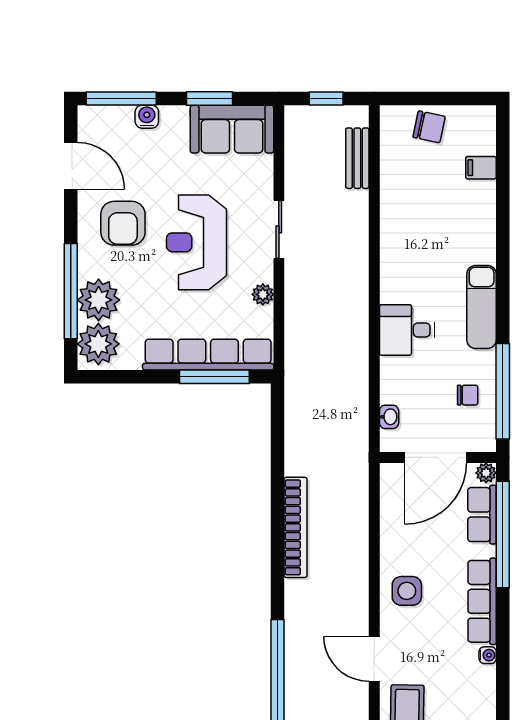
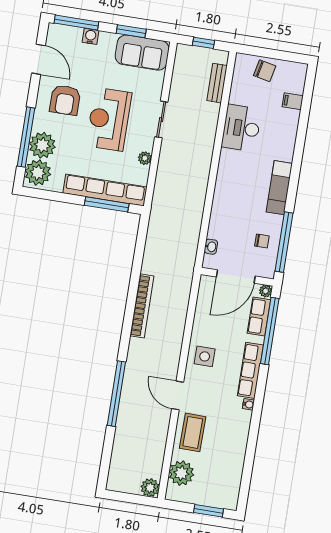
desk: (407, 330) -> (241, 128), moved, width x1.37

